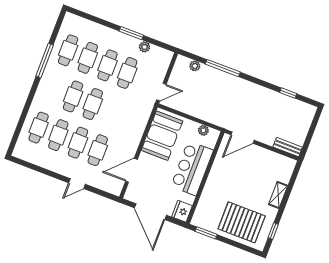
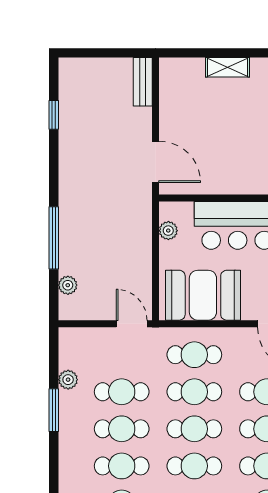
cafe table: (112, 112) -> (194, 392), added
cafe table: (132, 119) -> (194, 355), added

